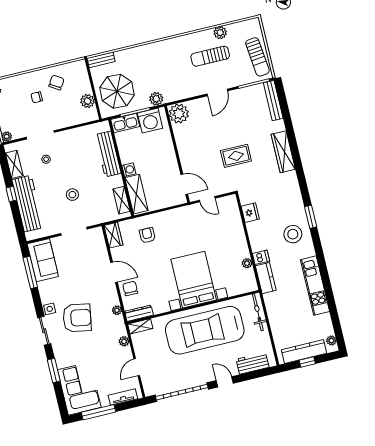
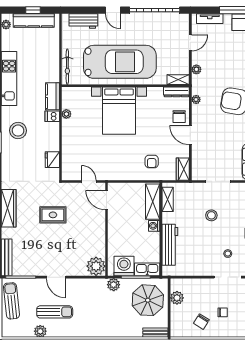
door: (217, 92) -> (56, 277), swing flipped

